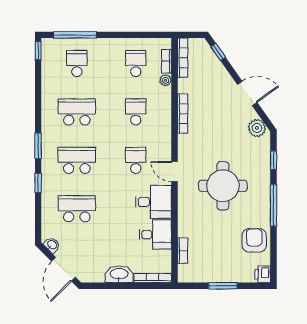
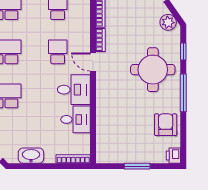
round table: (223, 186) -> (153, 70), moved
bookcase: (183, 251) -> (100, 40), moved
washbasin: (119, 274) -> (31, 156), moved

